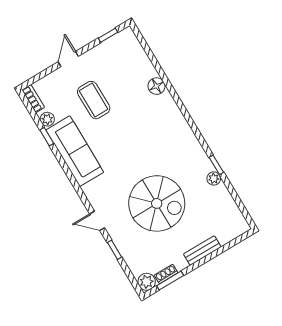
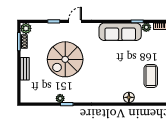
coffee table: (94, 100) -> (151, 76), moved, turned 90

